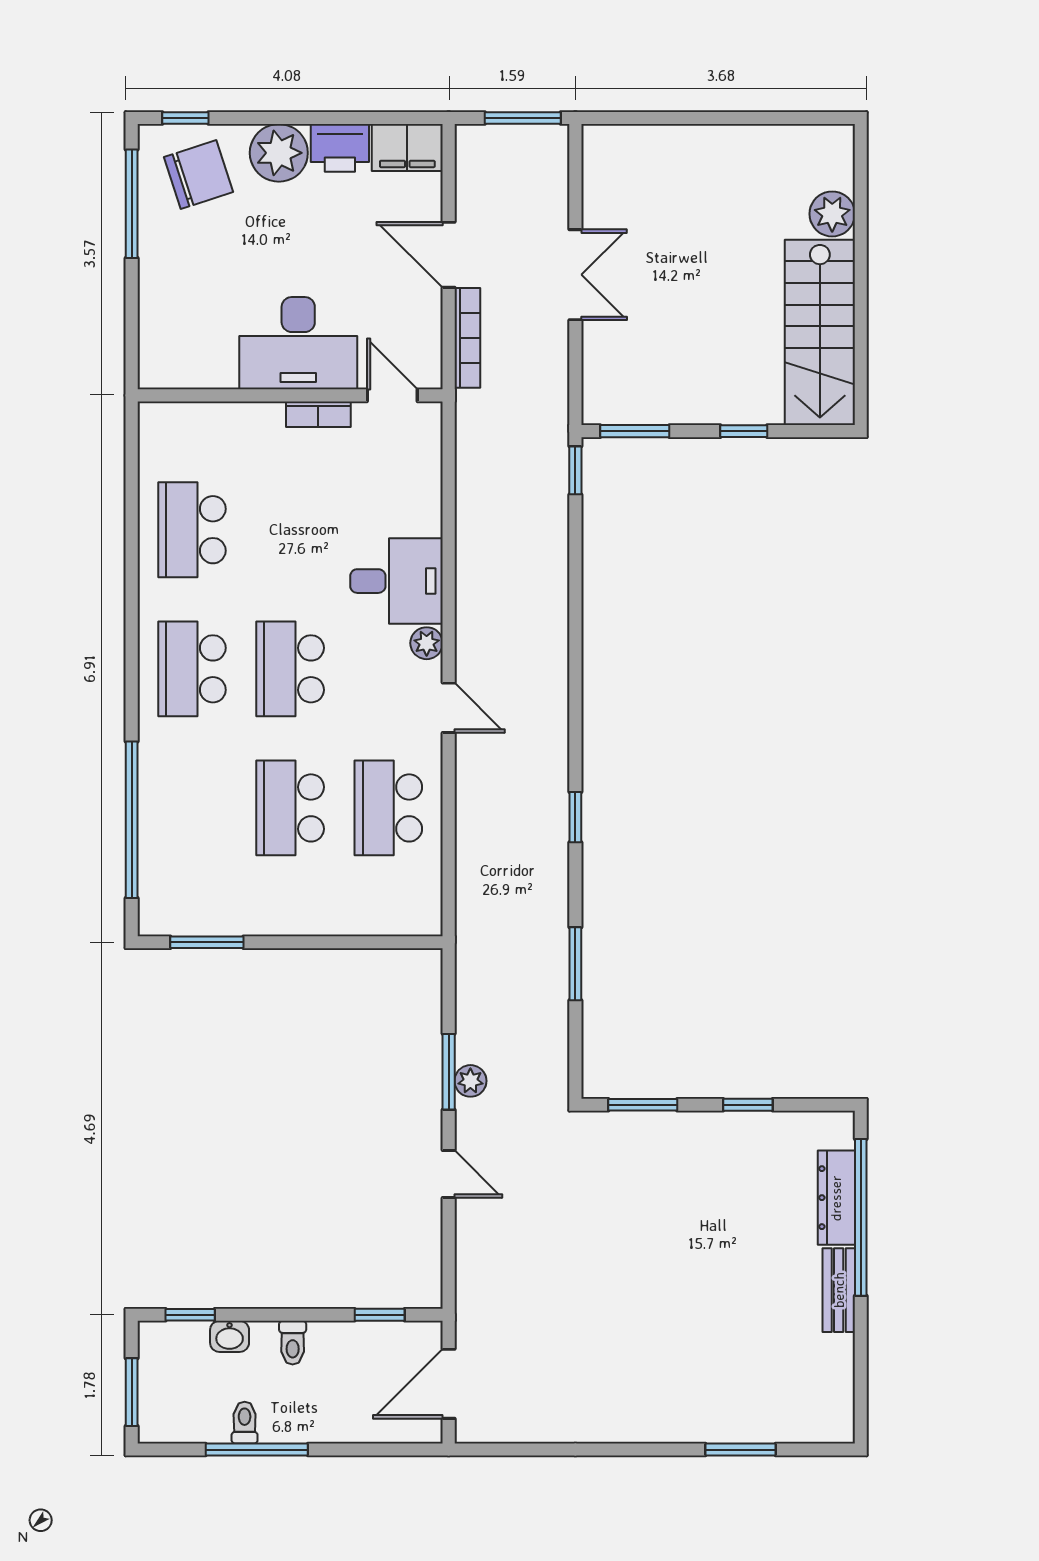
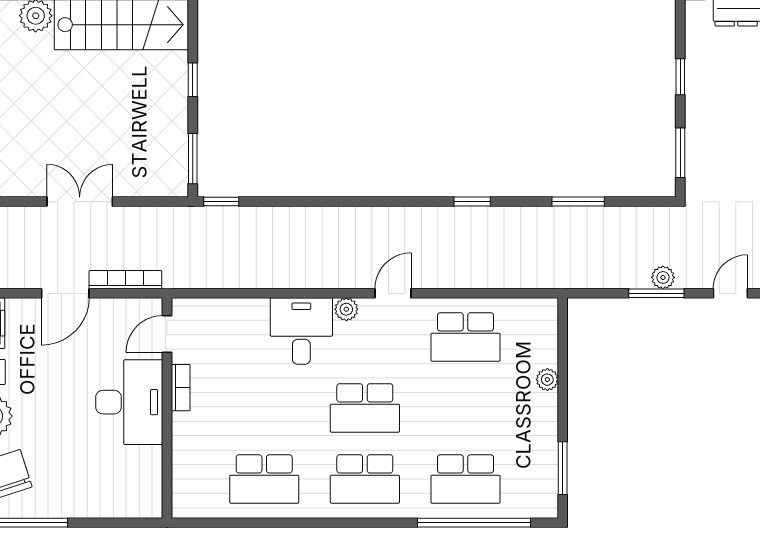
school desk: (290, 808) -> (465, 479), moved
plant: (329, 921) -> (547, 380), added

